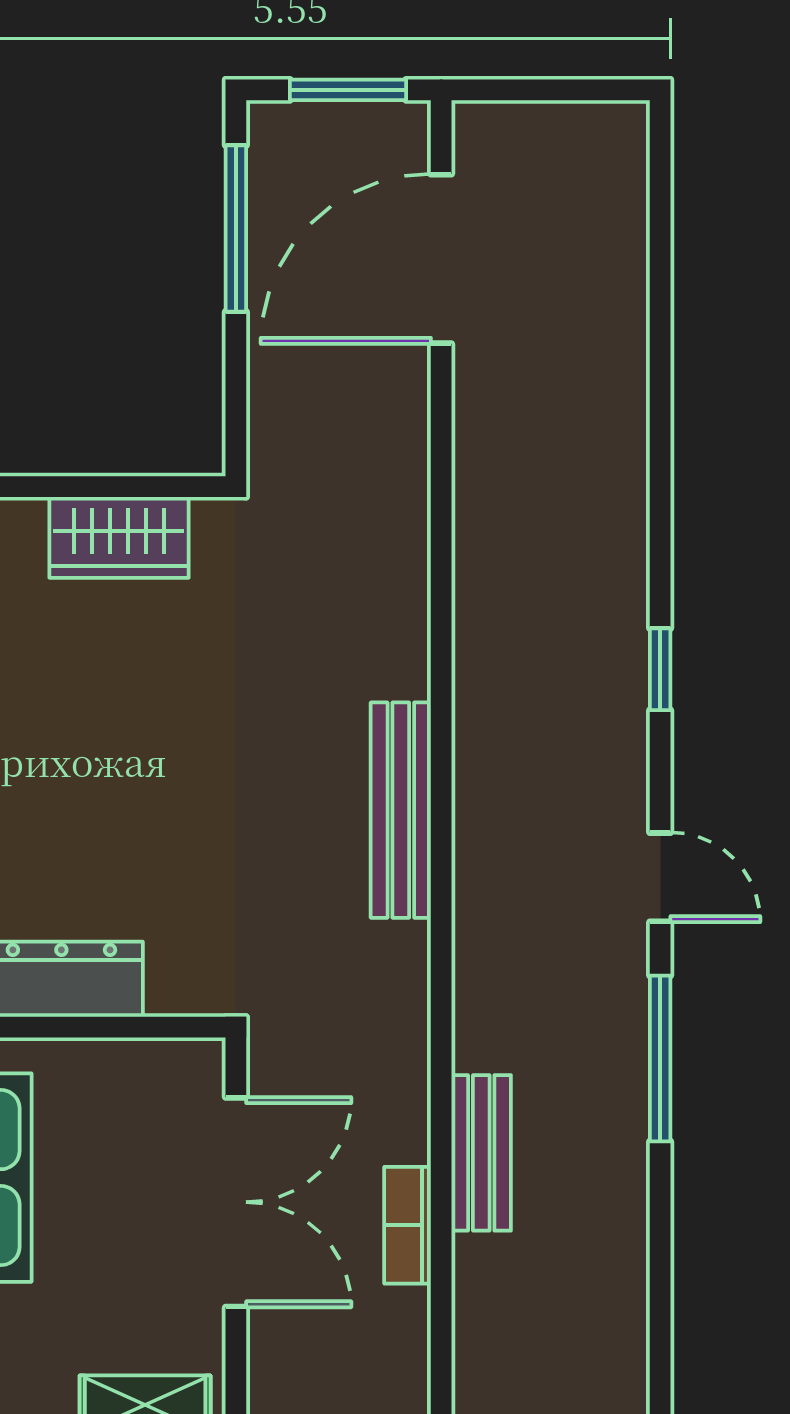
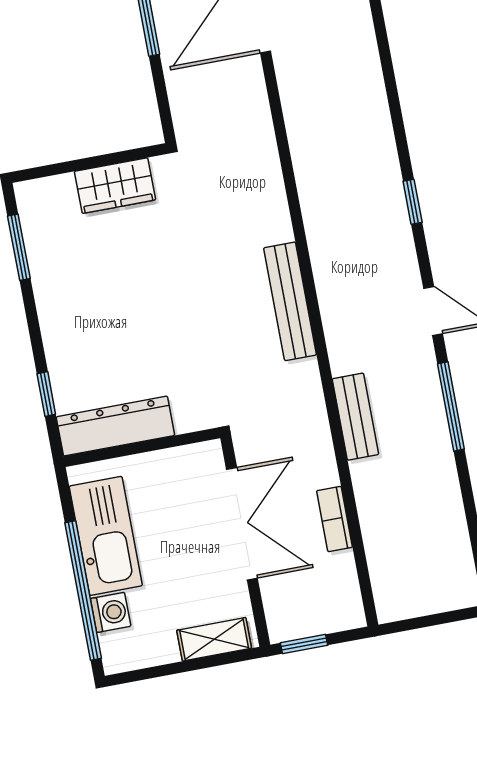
bench: (481, 1153) -> (355, 417), moved

